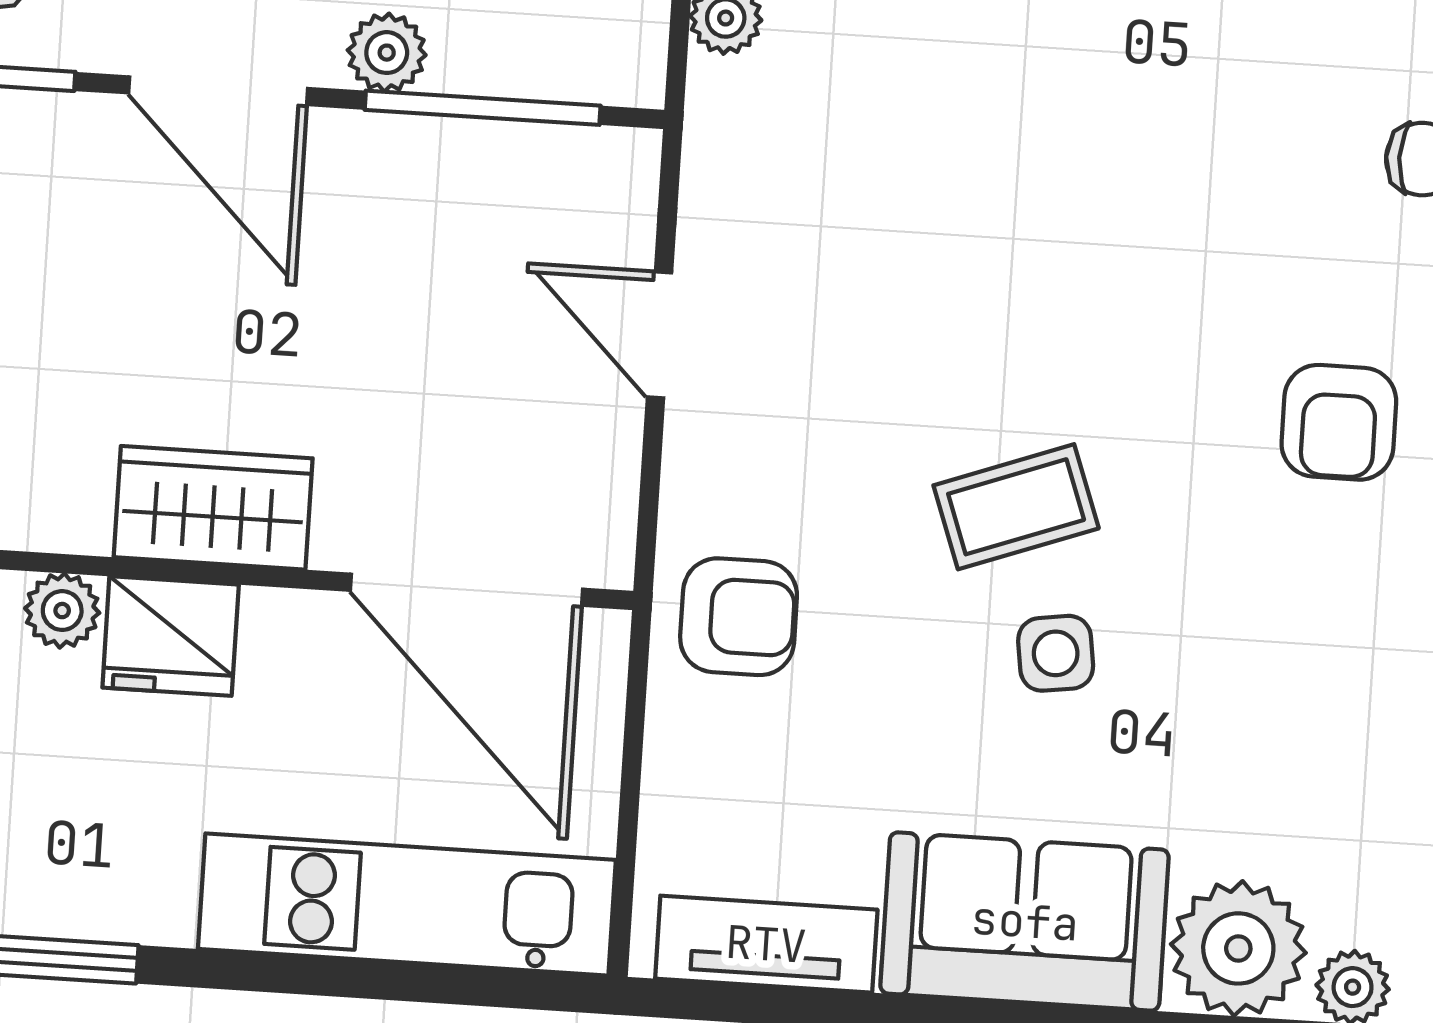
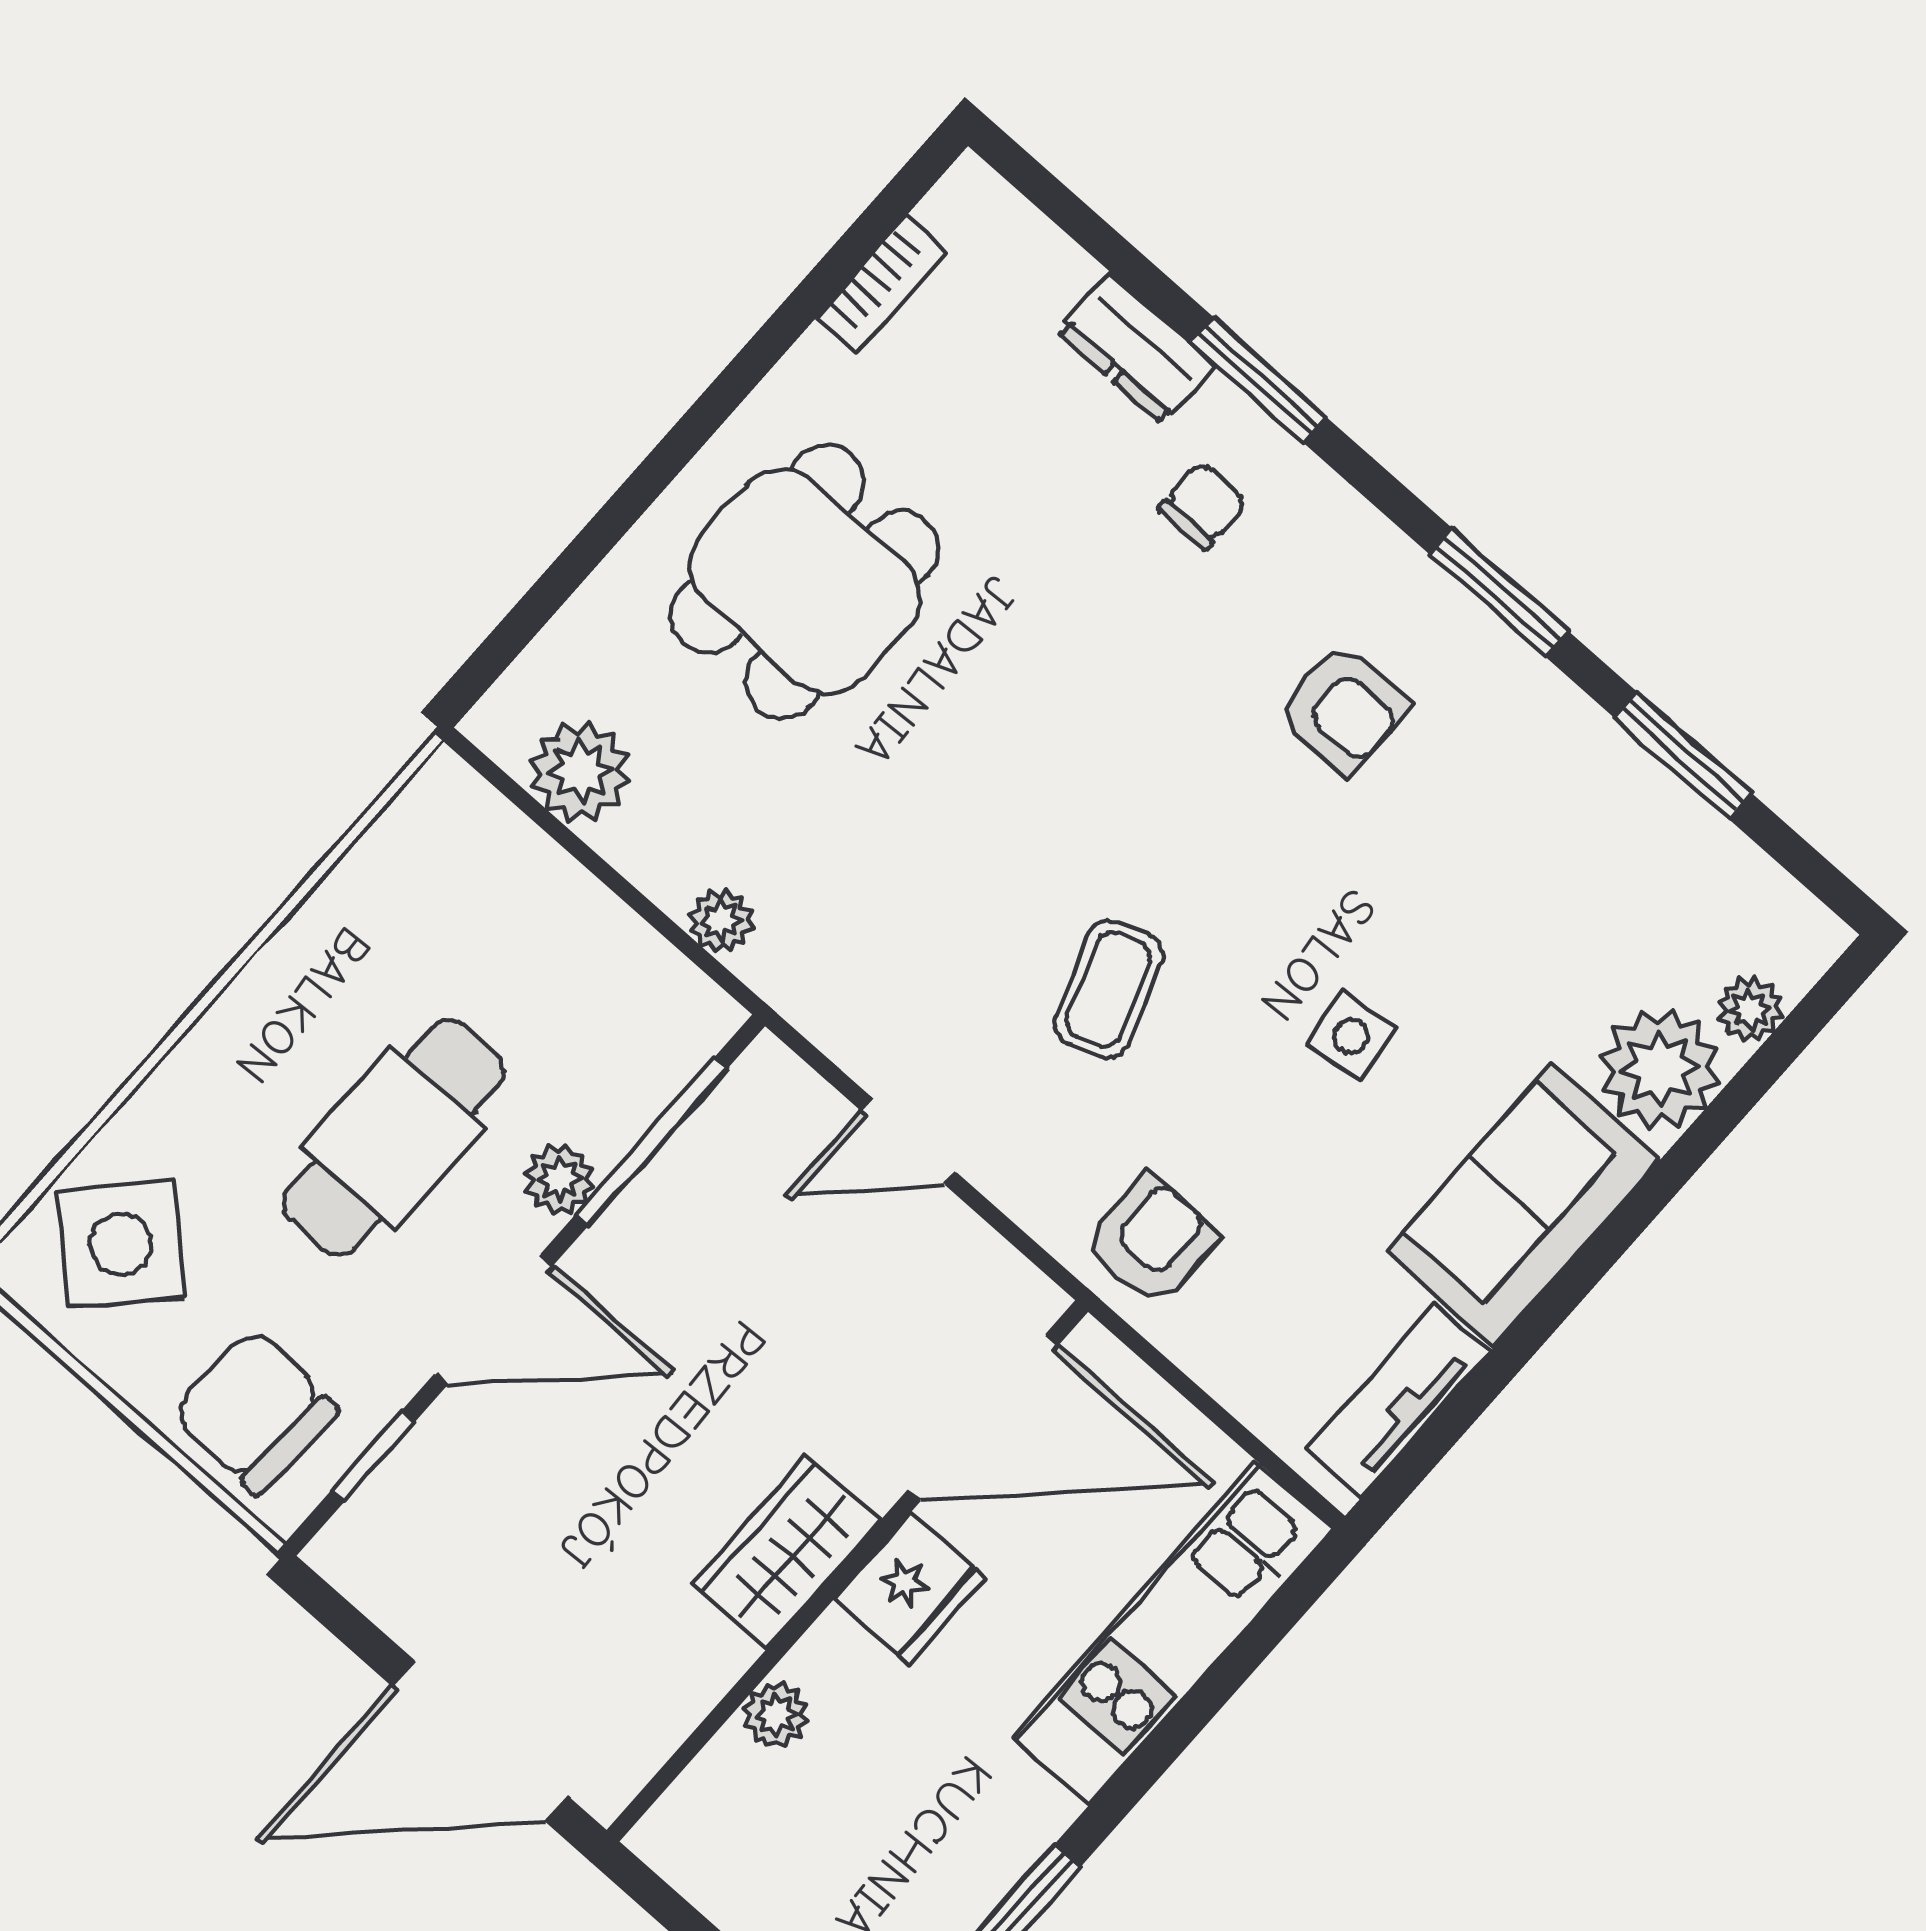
coffee table: (1016, 507) -> (1108, 989), moved
fridge: (171, 636) -> (910, 1588), moved

